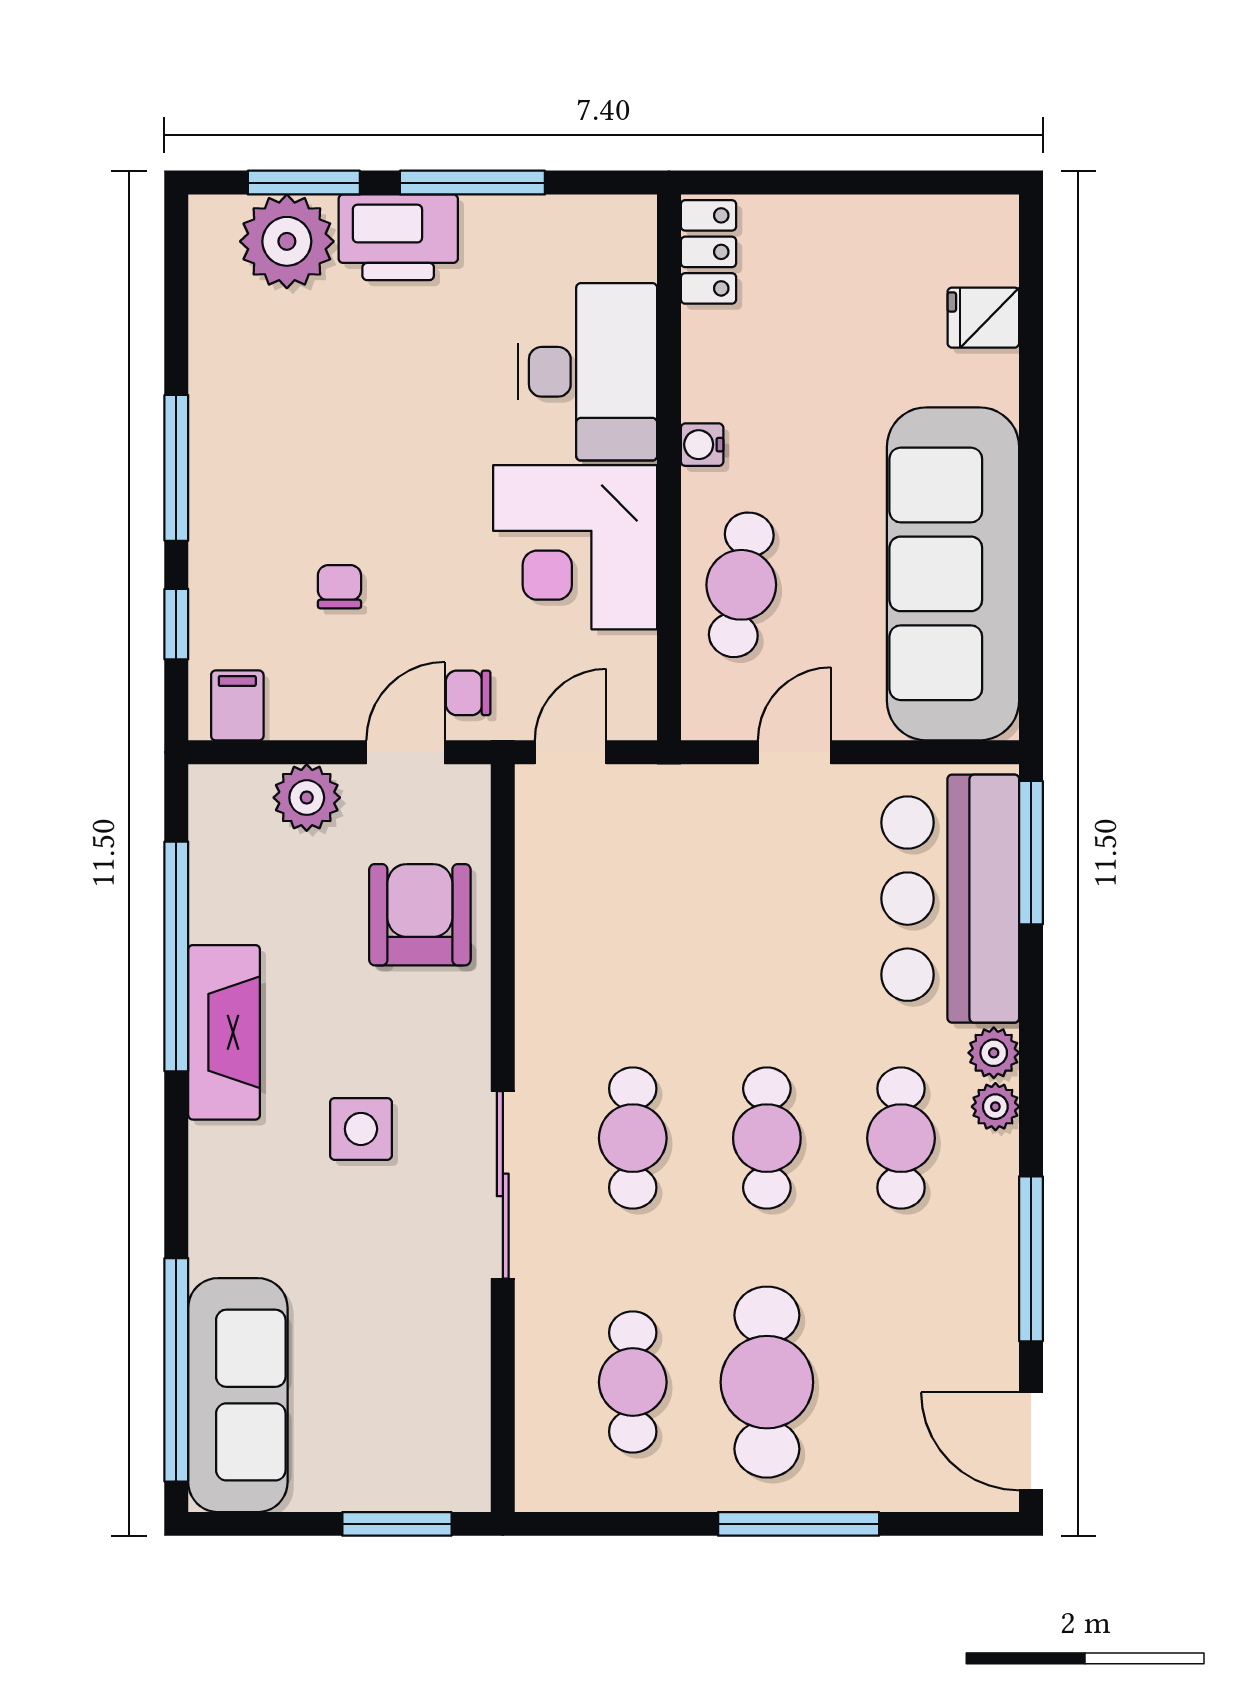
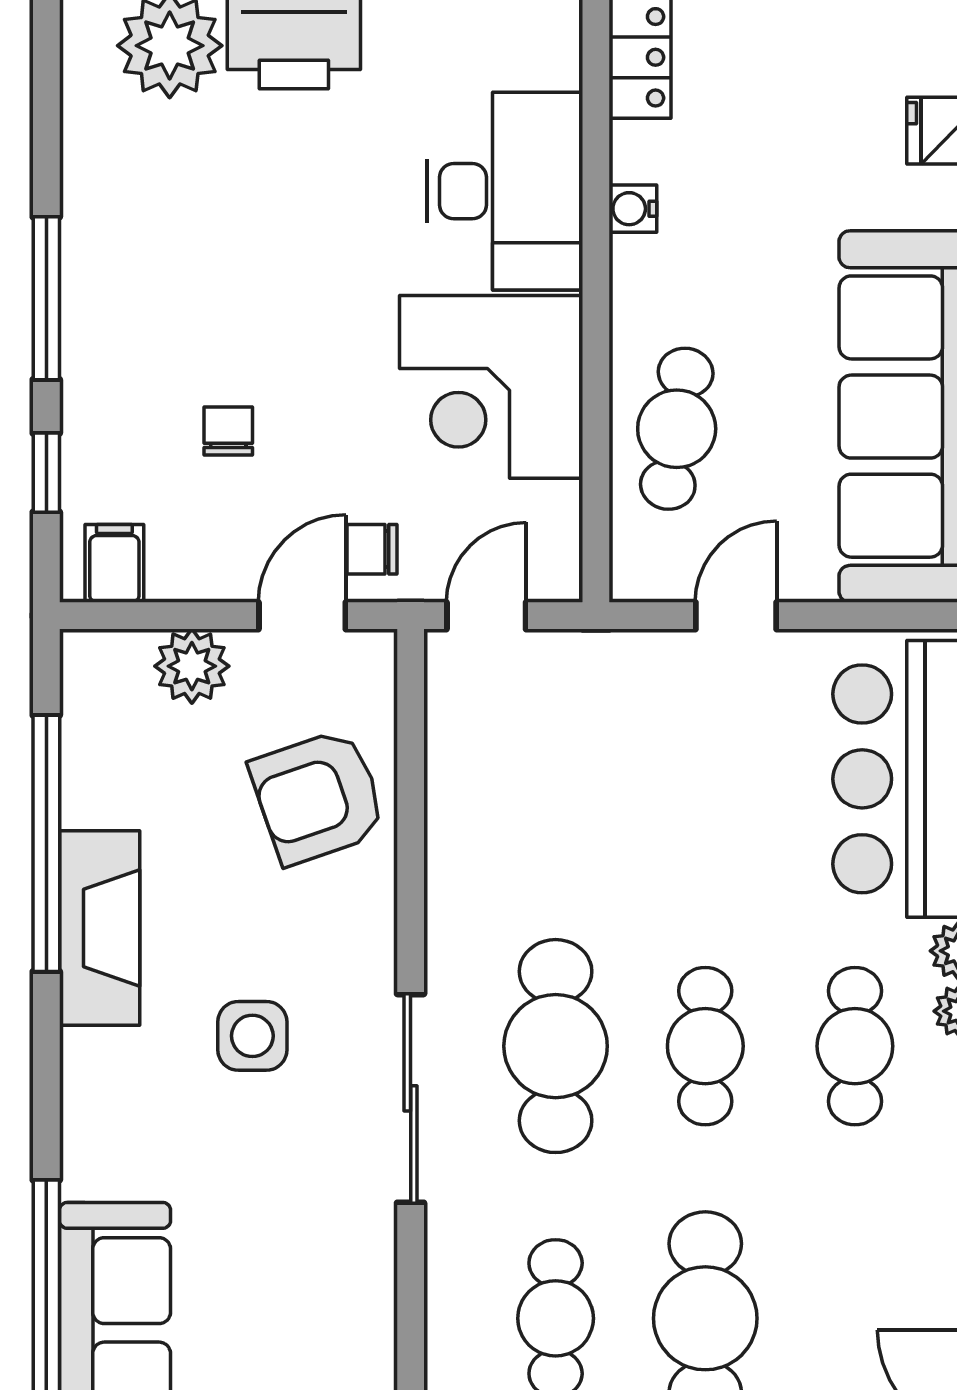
water cooler: (702, 445) -> (633, 209), moved
armchair: (420, 915) -> (318, 797), turned -109
cafe table: (633, 1138) -> (556, 1046), width x1.37, depth x1.35

